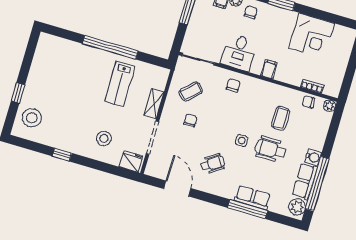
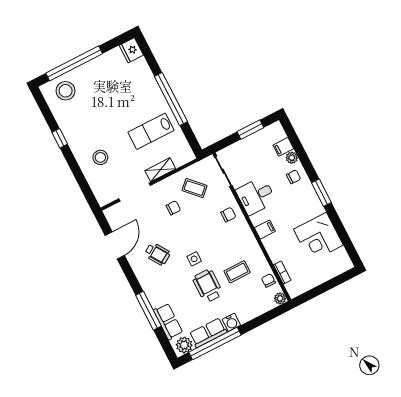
window: (18, 93) -> (74, 63), width x3.17
fridge: (131, 161) -> (131, 50), moved, turned 180
row of seats: (253, 198) -> (168, 321), moved

